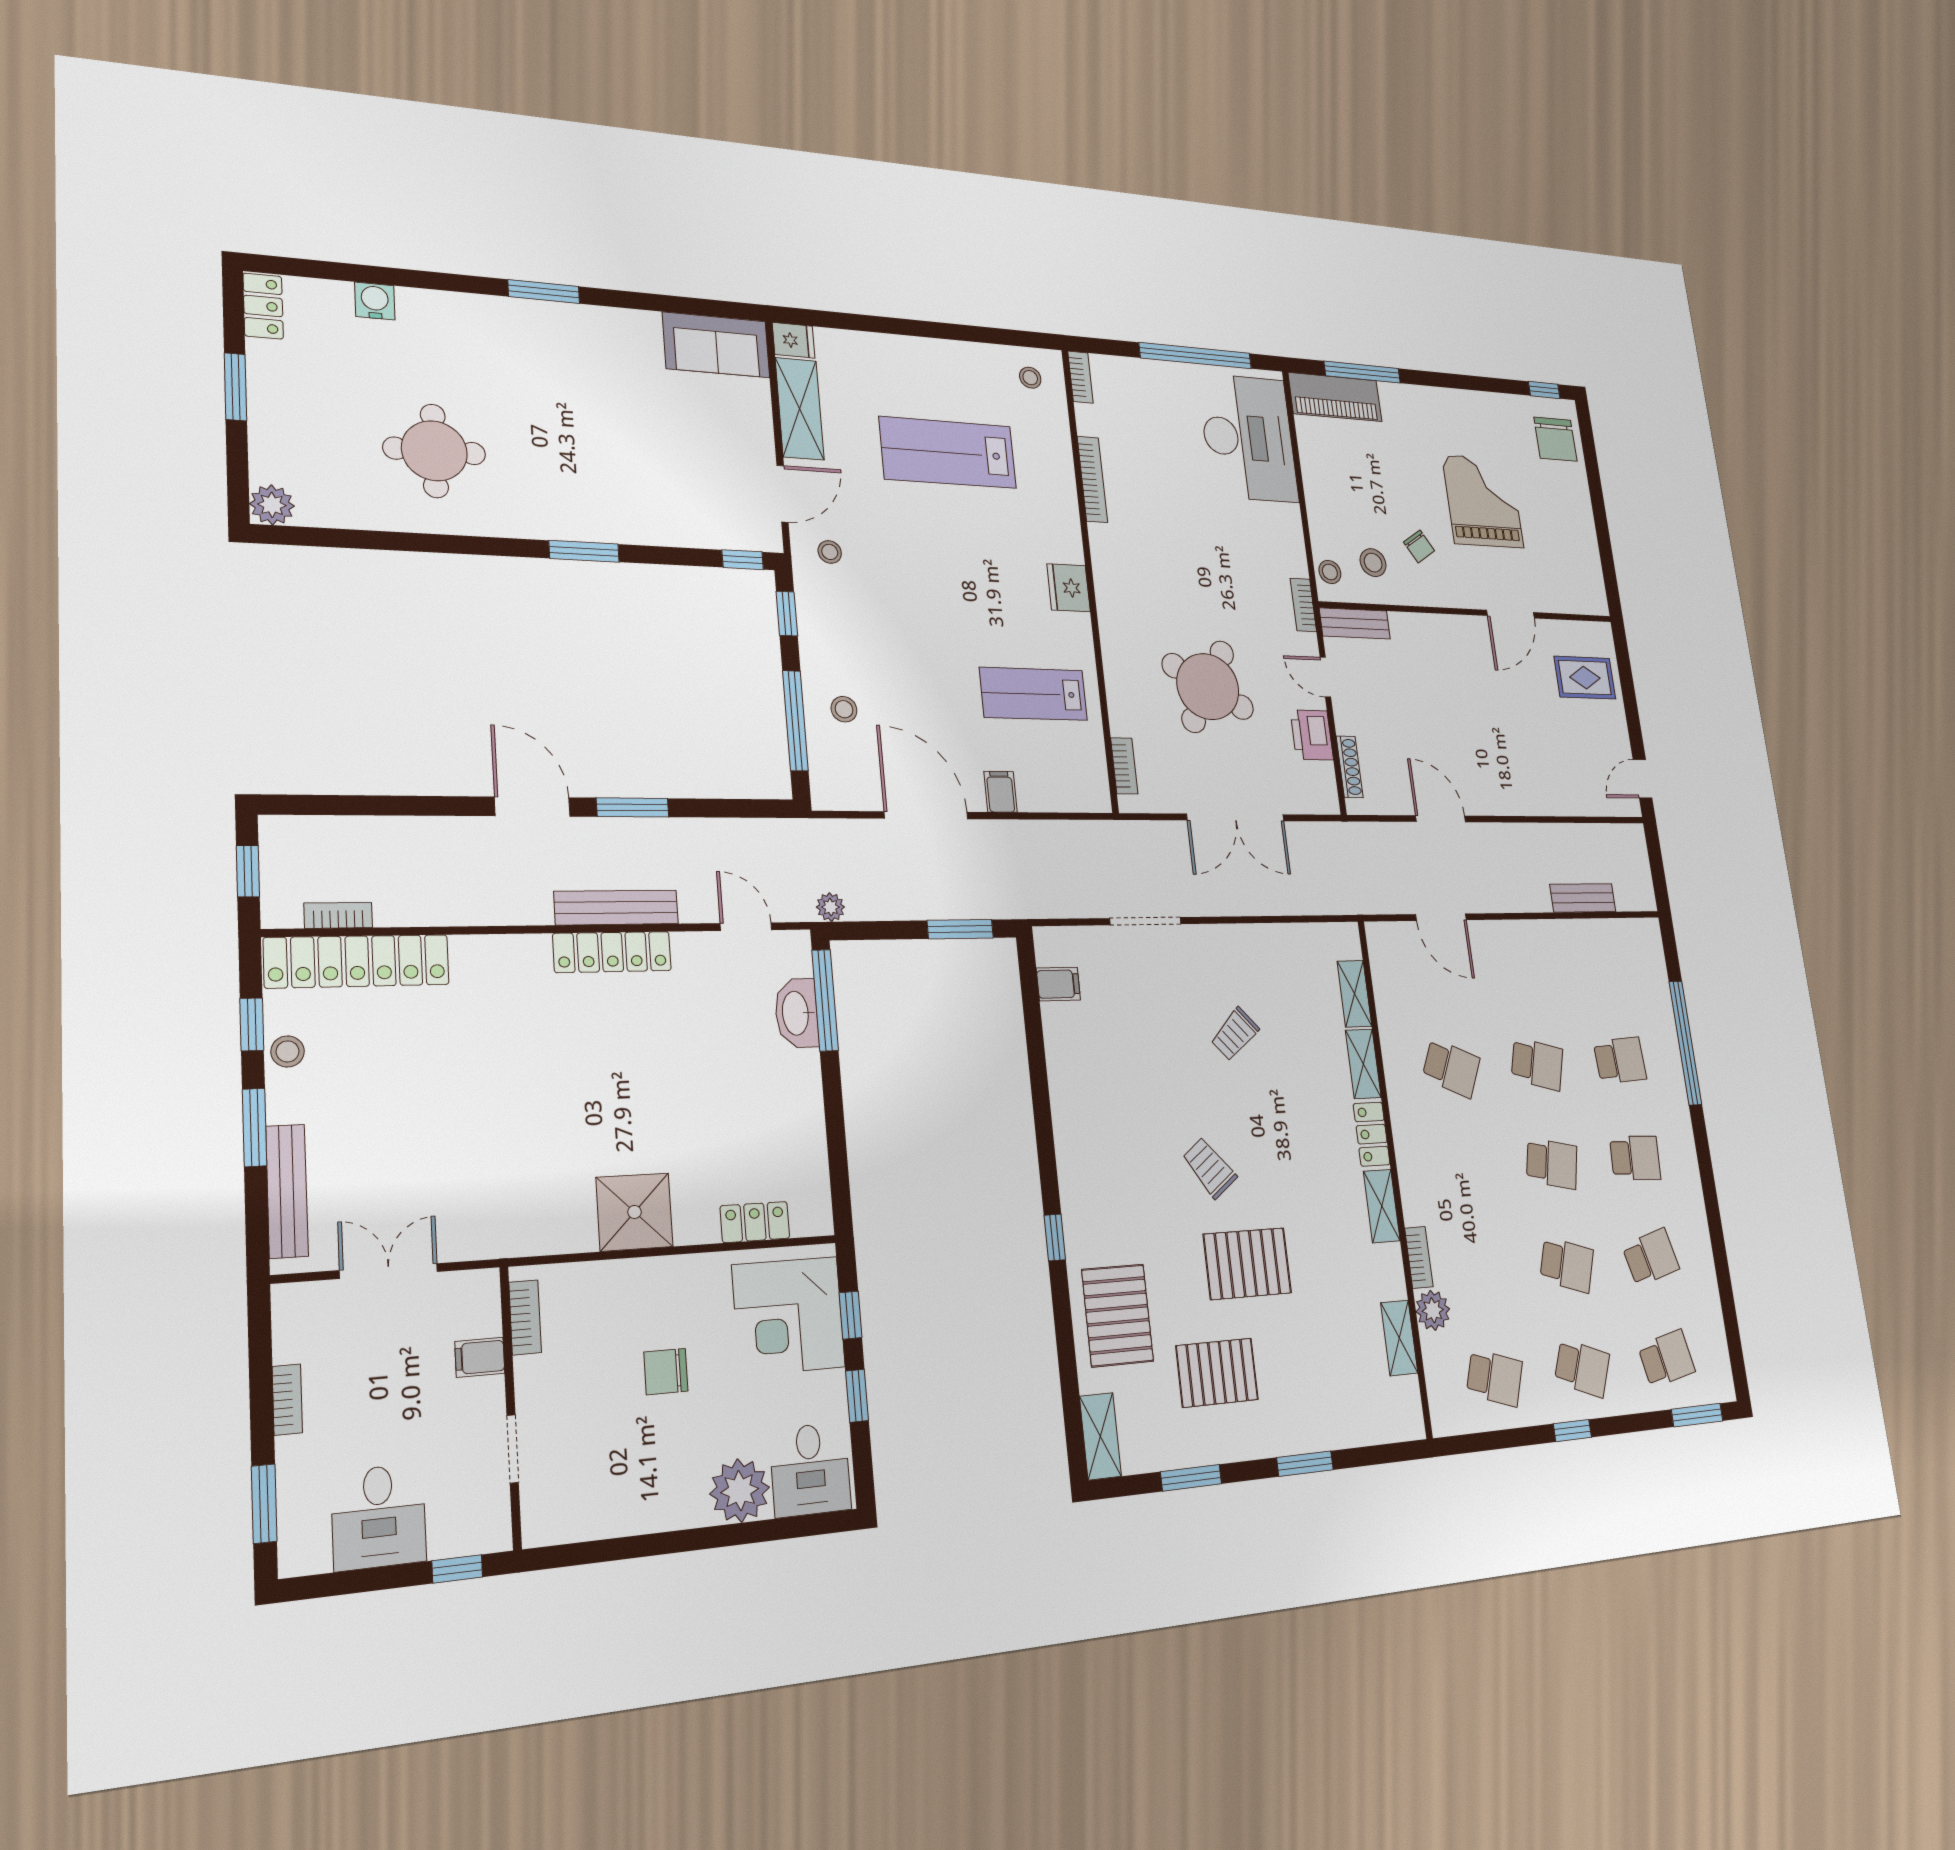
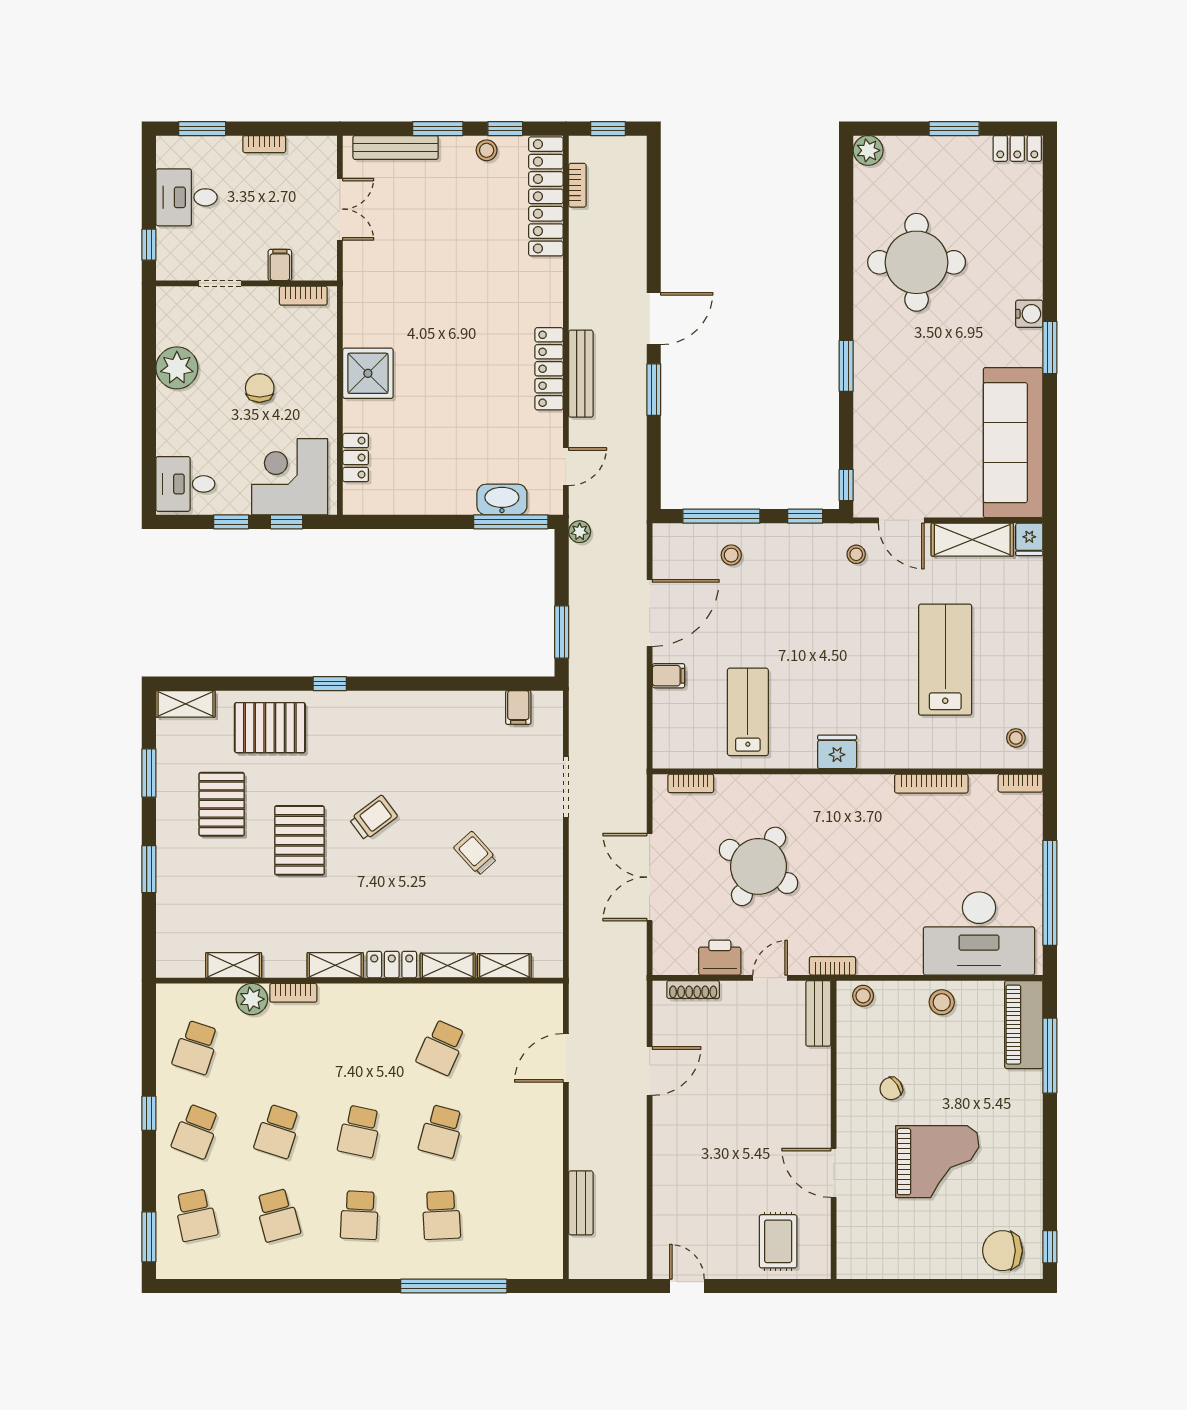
water cooler: (375, 301) -> (1029, 314), moved
sofa: (716, 345) -> (1013, 443), width x1.85, depth x1.27
round table: (434, 451) -> (917, 262), width x1.36, depth x1.36
stool: (1373, 563) -> (942, 1002), moved
plant: (740, 1491) -> (177, 368), moved

